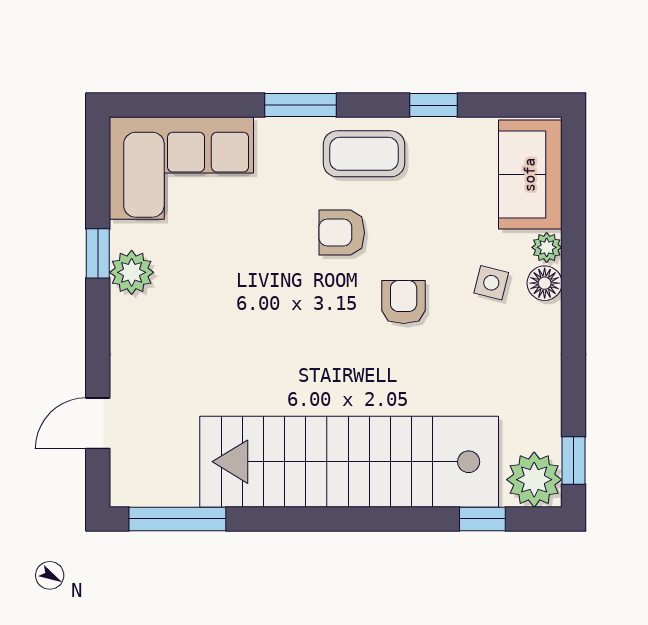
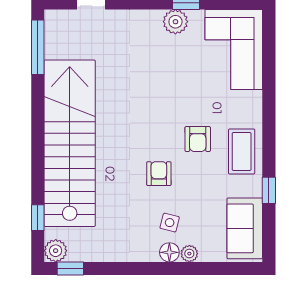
window: (300, 105) -> (269, 116), removed
sofa: (530, 175) -> (245, 228), moved, turned -90
armchair: (342, 233) -> (198, 139), turned 180
armchair: (404, 302) -> (159, 174), turned -90
plant: (534, 480) -> (56, 251), width x0.73, depth x0.73

